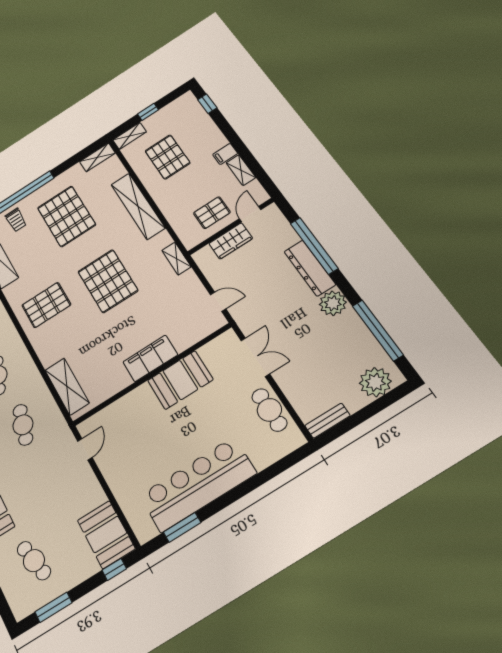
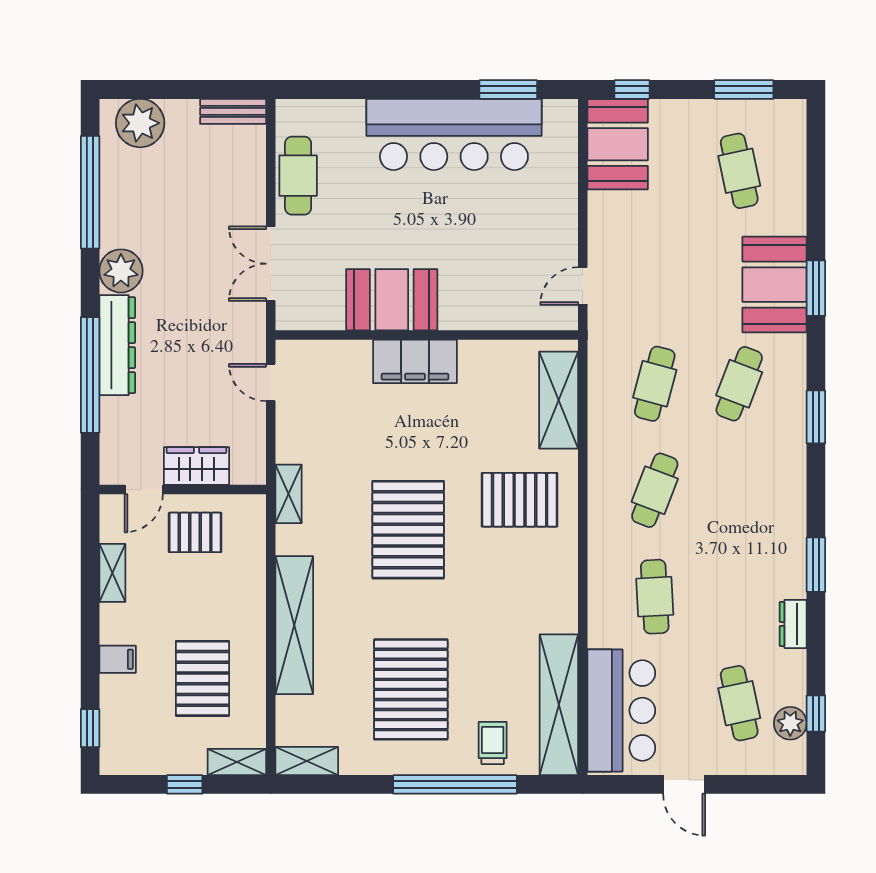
filing cabinet: (225, 154) -> (118, 659), moved
pallet: (46, 305) -> (520, 500), moved

